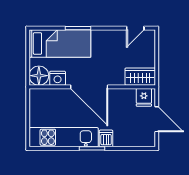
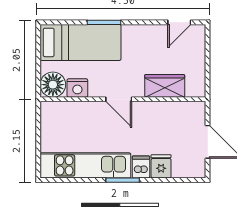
wardrobe: (140, 77) -> (165, 86), moved
door: (89, 87) -> (119, 99), width x0.53
fridge: (144, 97) -> (161, 166), moved, turned 180

